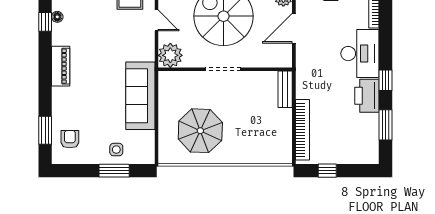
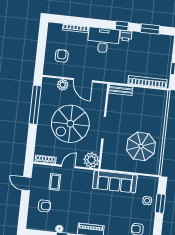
printer: (367, 96) -> (126, 36), width x0.53, depth x0.68

